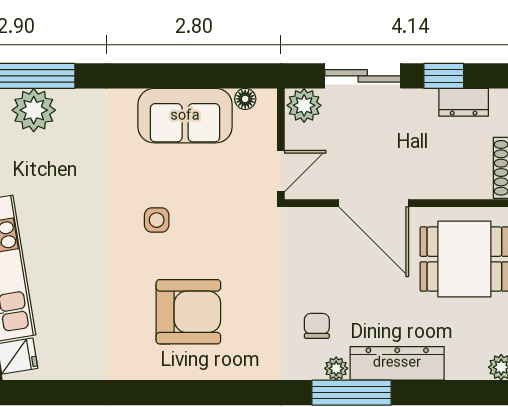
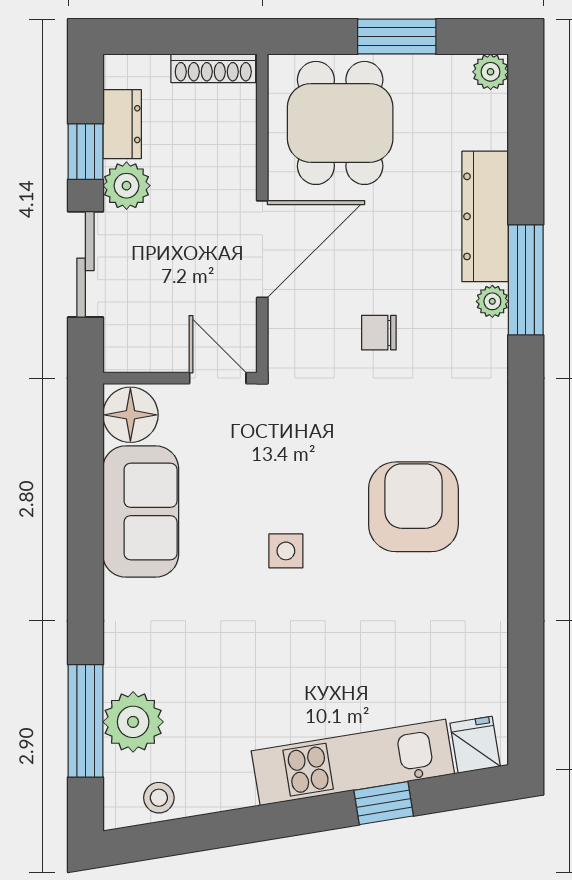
floor lamp: (245, 99) -> (130, 415), width x1.89, depth x1.89
plant: (304, 105) -> (126, 186), moved
chair: (317, 326) -> (379, 333), moved

